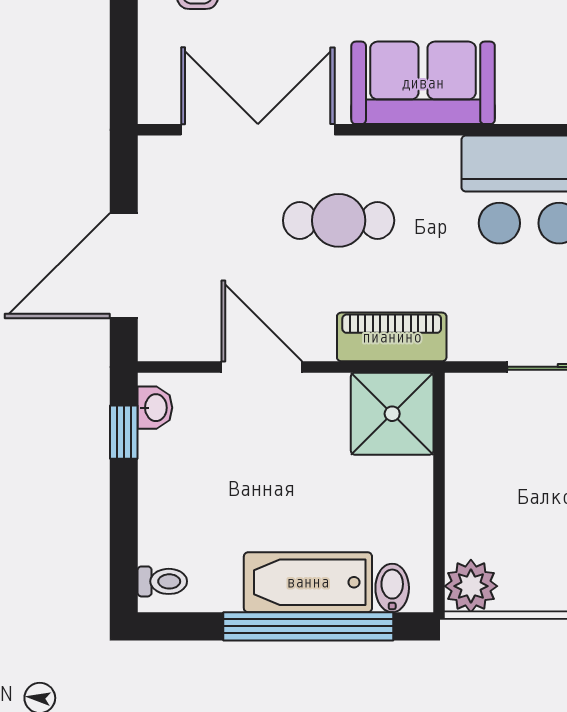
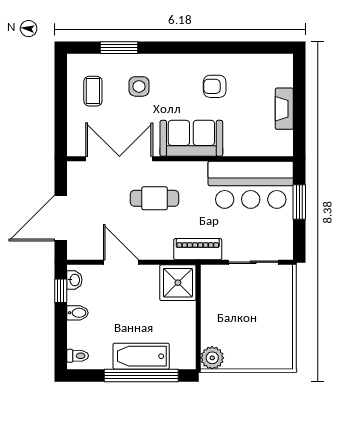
piano: (392, 337) -> (198, 249), moved
bidet: (392, 588) -> (78, 313), moved, turned 90

